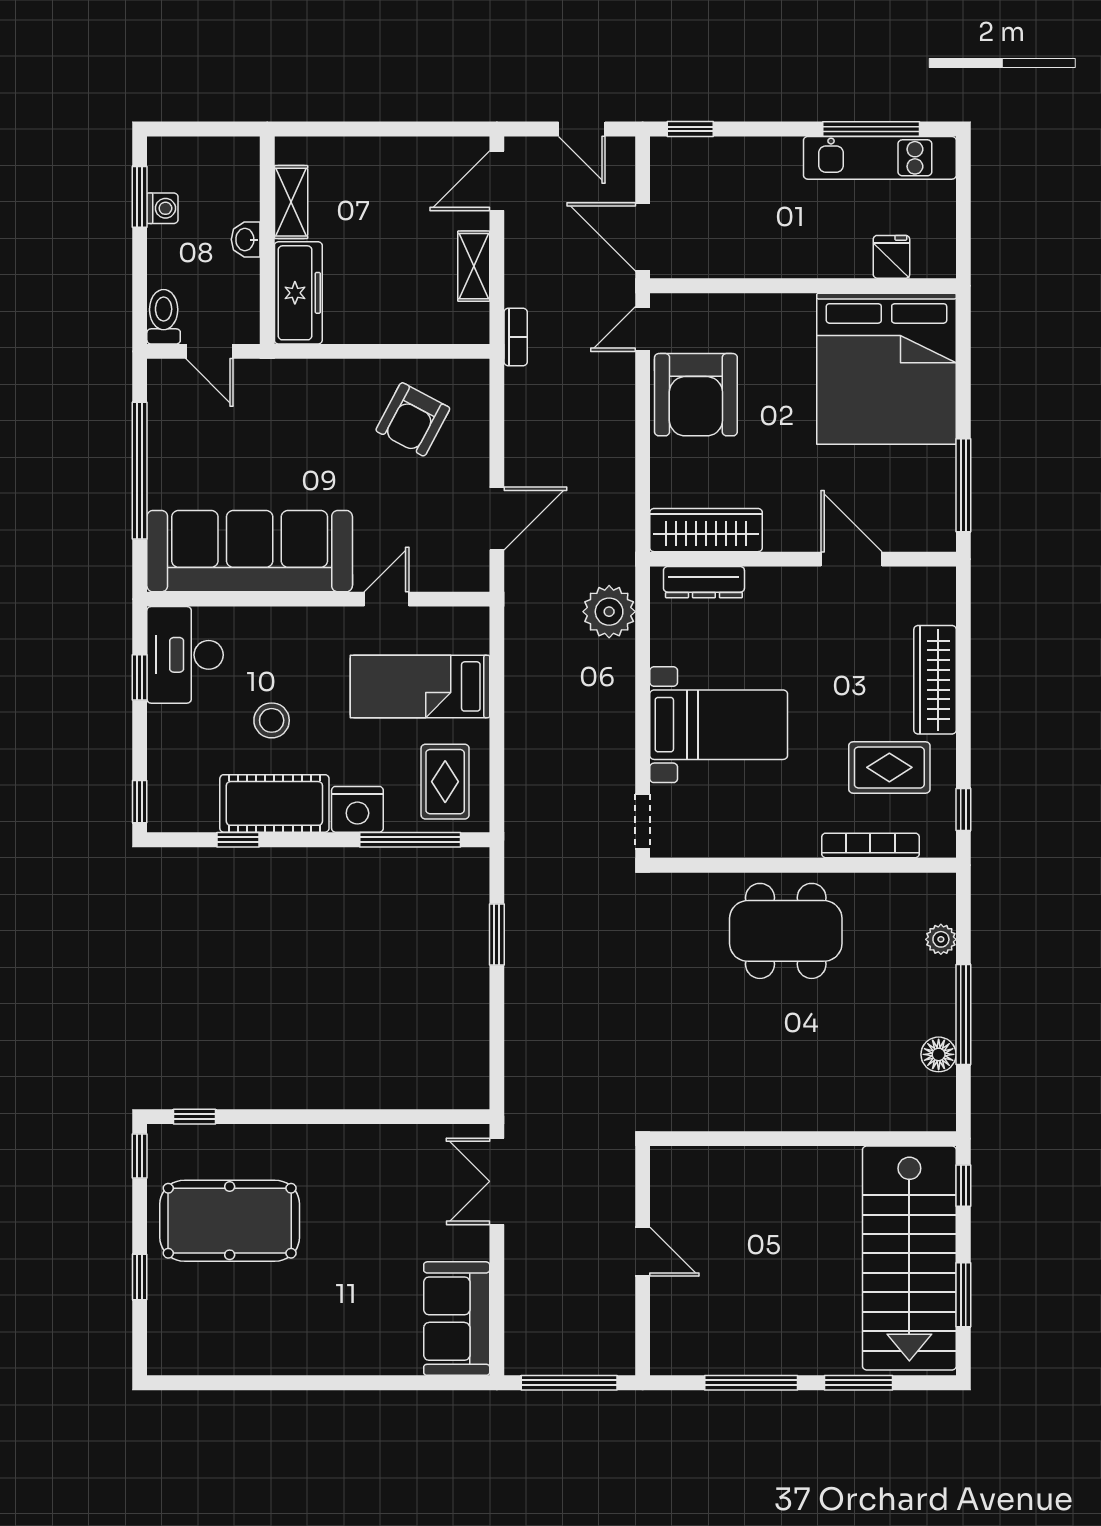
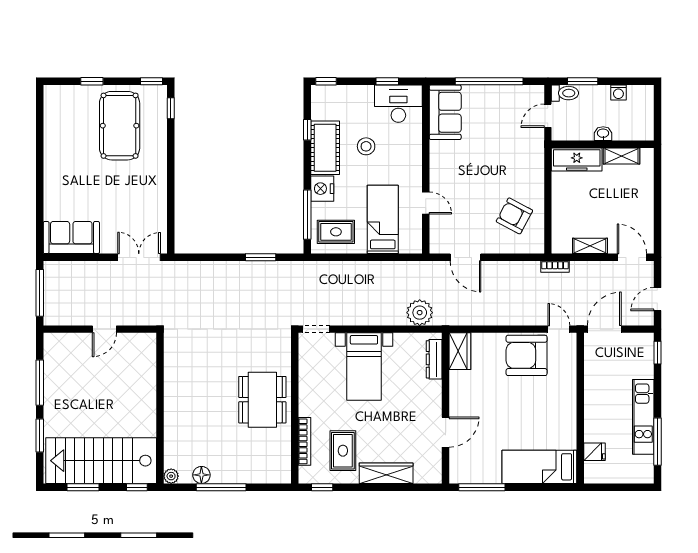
kitchen unit: (880, 158) -> (643, 417), moved
window: (140, 197) -> (583, 81), moved
bed: (886, 369) -> (539, 467), width x0.49
wardrobe: (706, 530) -> (460, 351), width x0.67
sofa: (250, 551) -> (445, 112), width x0.54, depth x0.79
plant: (941, 939) -> (171, 476), moved

